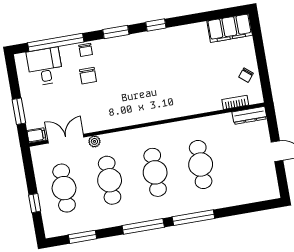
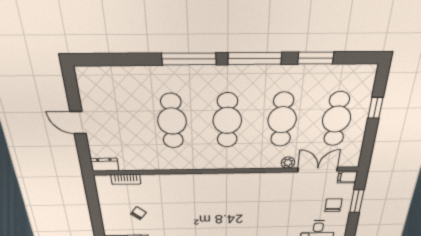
chair: (246, 75) -> (138, 213), moved
chair: (88, 76) -> (333, 205), moved
dresser: (249, 115) -> (105, 165), width x0.70
double door: (66, 139) -> (318, 170), swing flipped
window: (83, 237) -> (316, 58), moved

